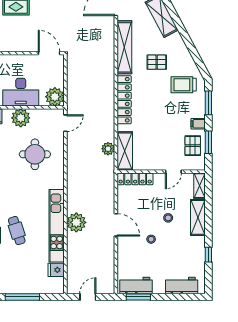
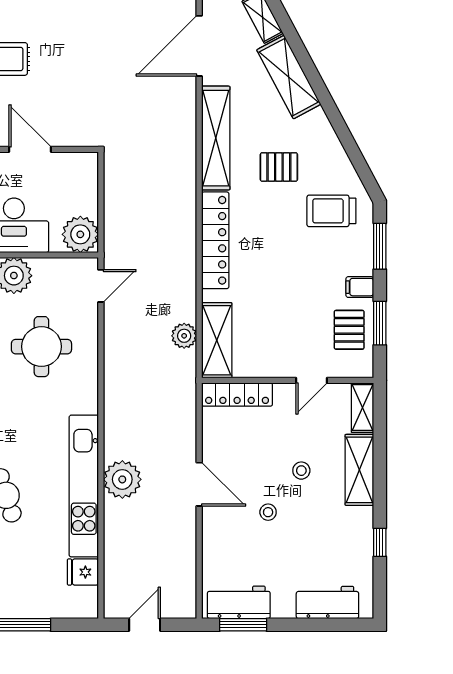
door: (49, 53) -> (30, 149), moved

